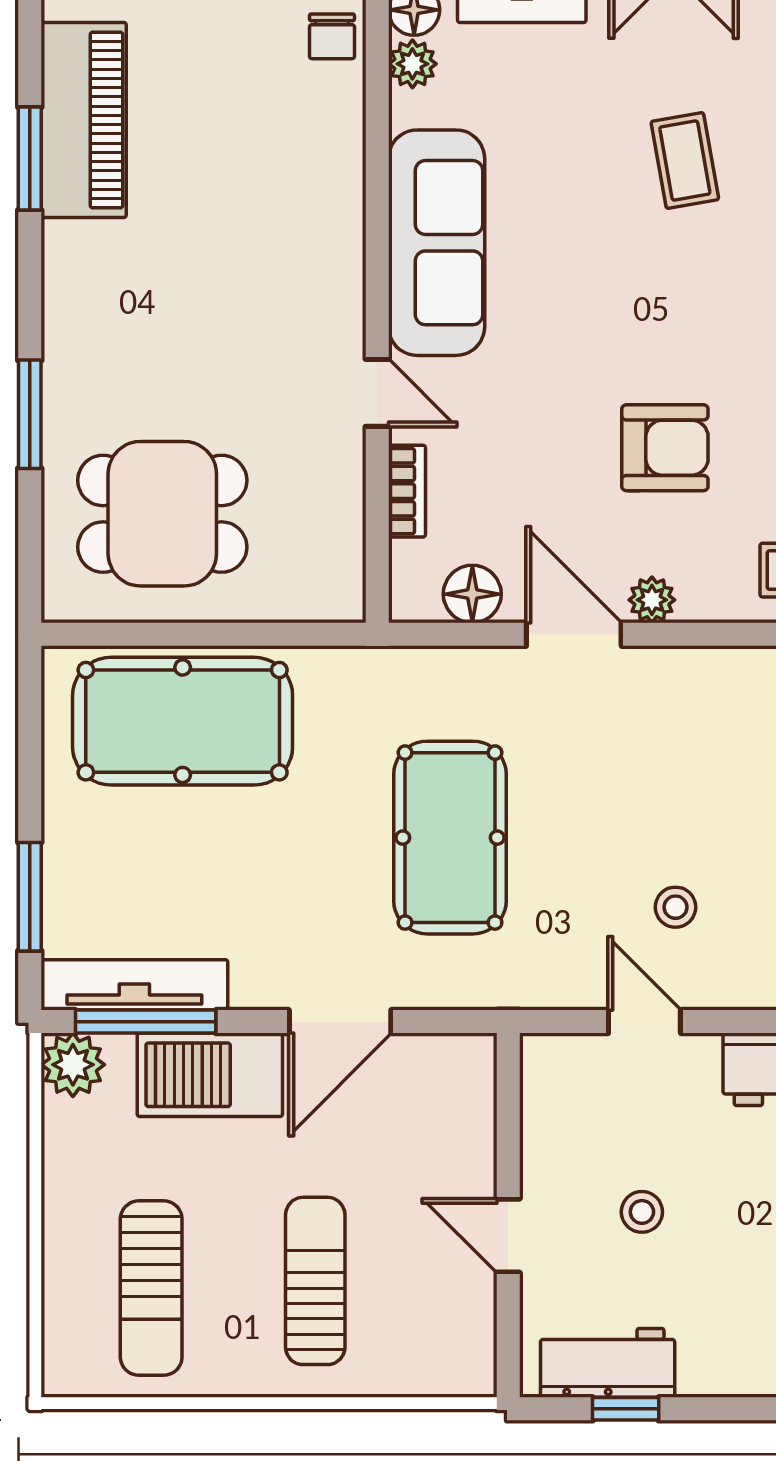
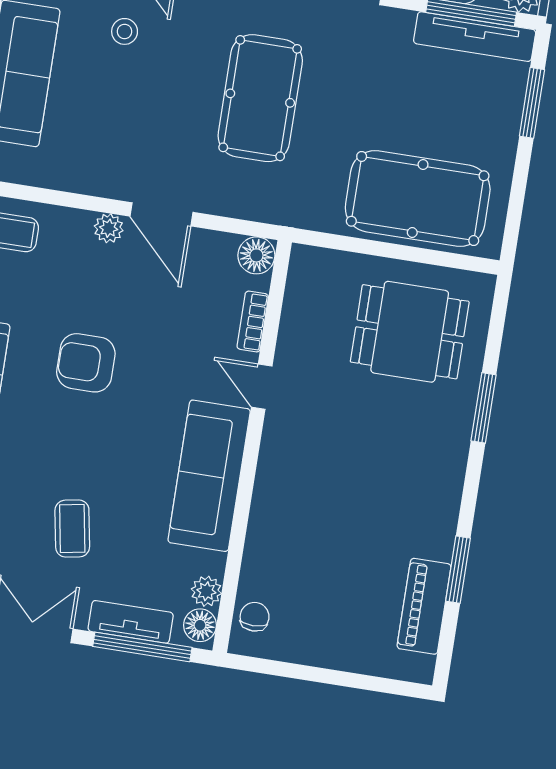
piano: (84, 120) -> (424, 606), width x0.73, depth x0.75
coffee table: (685, 161) -> (72, 529), moved
armchair: (665, 448) -> (86, 363), moved
floor lamp: (472, 594) -> (256, 255), moved

